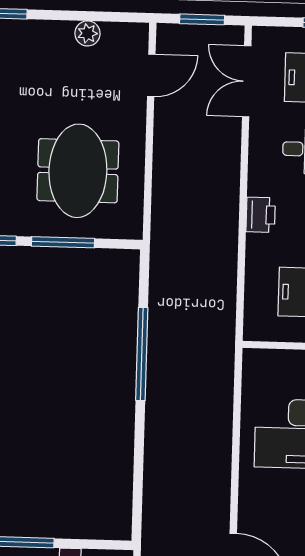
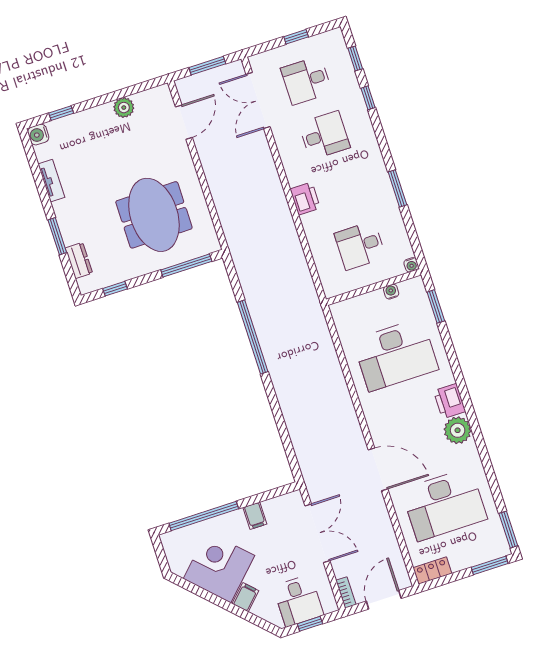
window: (63, 242) -> (186, 266), moved

